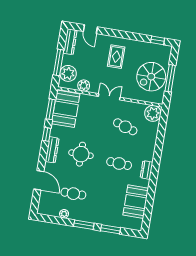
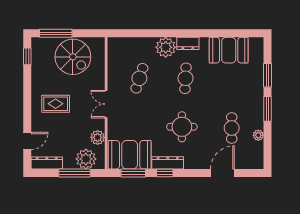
window: (170, 78) -> (56, 33), moved
plant: (153, 113) -> (166, 47), moved
dresser: (52, 150) -> (168, 163), moved

